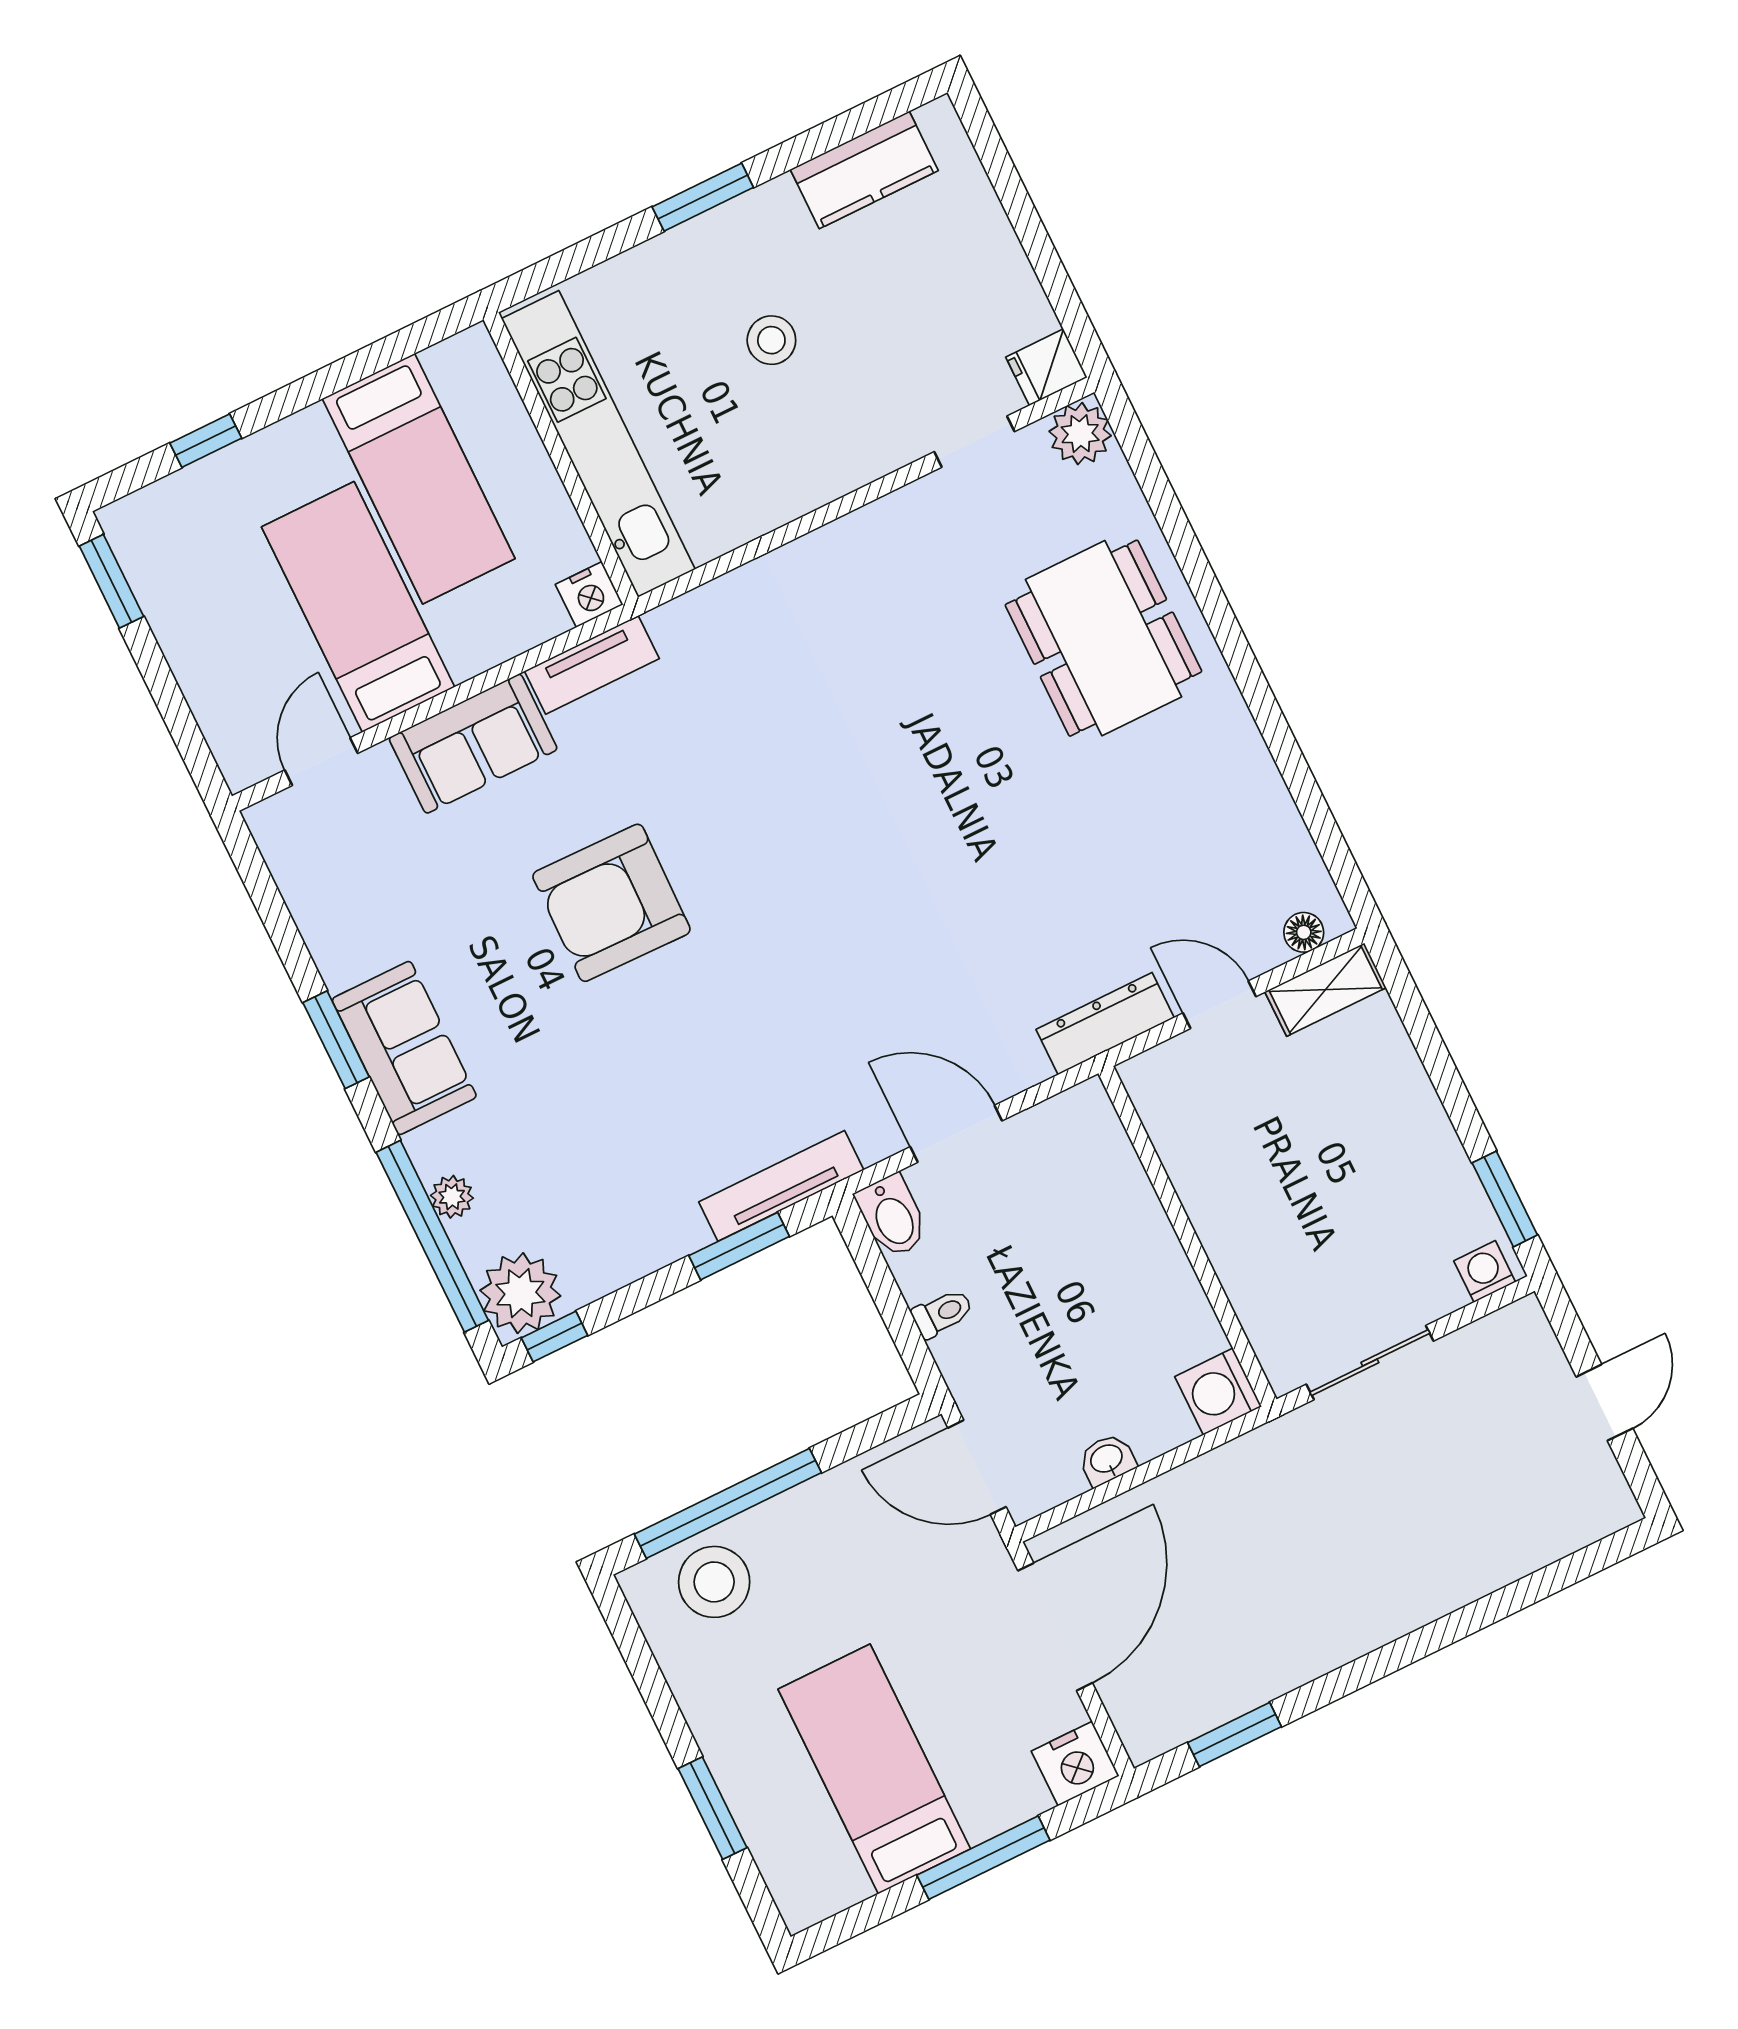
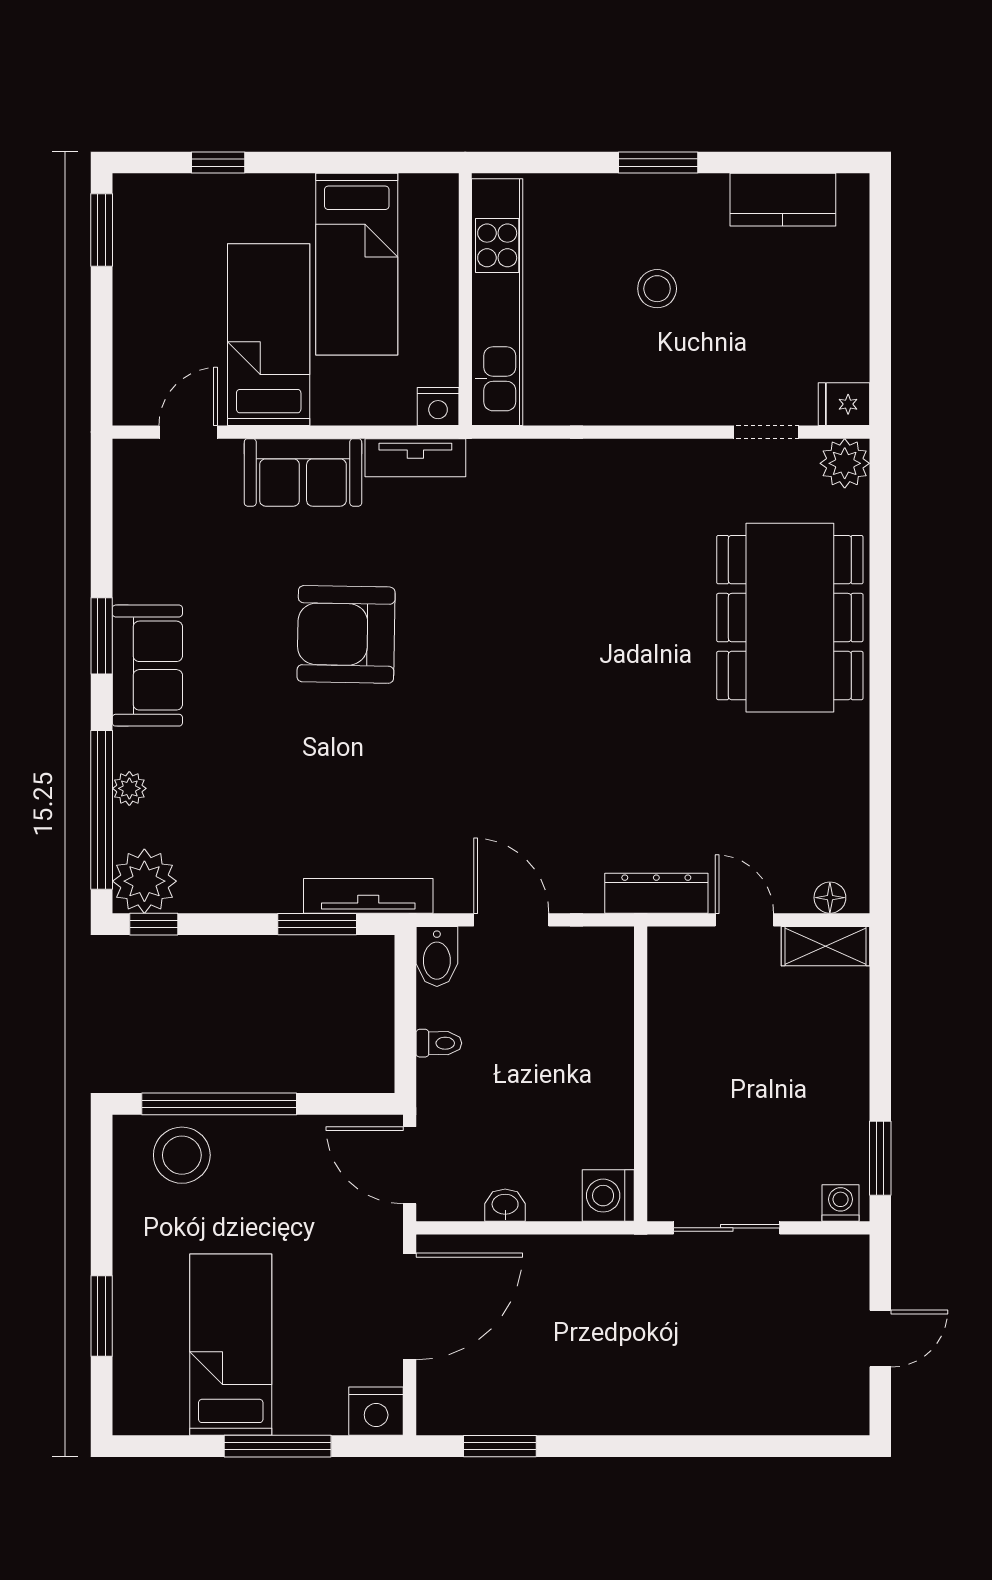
dining table: (1103, 638) -> (790, 618), width x1.36, depth x1.24

